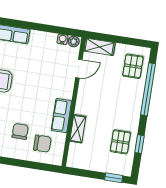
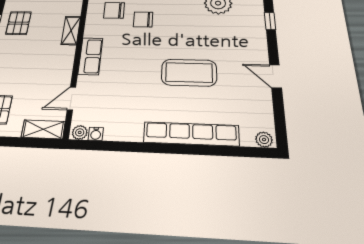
row of seats: (61, 116) -> (90, 56), moved
chair: (20, 131) -> (143, 19), turned 90

